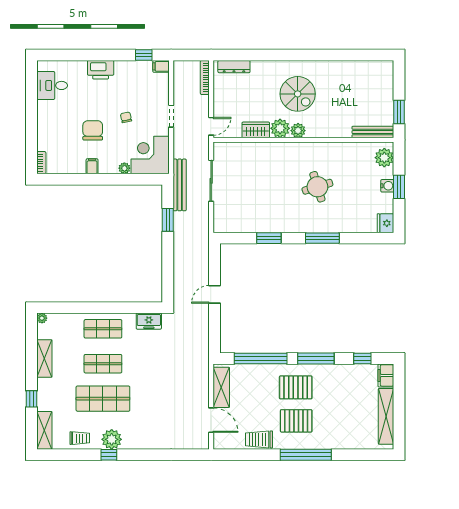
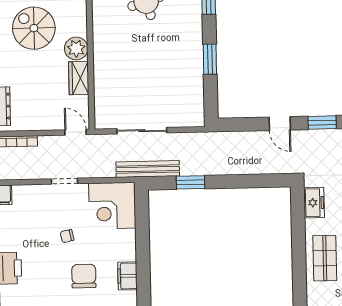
spiral stairs: (298, 94) -> (34, 28), turned -90
chair: (93, 130) -> (84, 276), turned 90
plant: (298, 131) -> (78, 27), removed
filing cabinet: (92, 166) -> (127, 276), width x2.00
plant: (124, 168) -> (129, 237), removed
window: (215, 329) -> (322, 123), added

